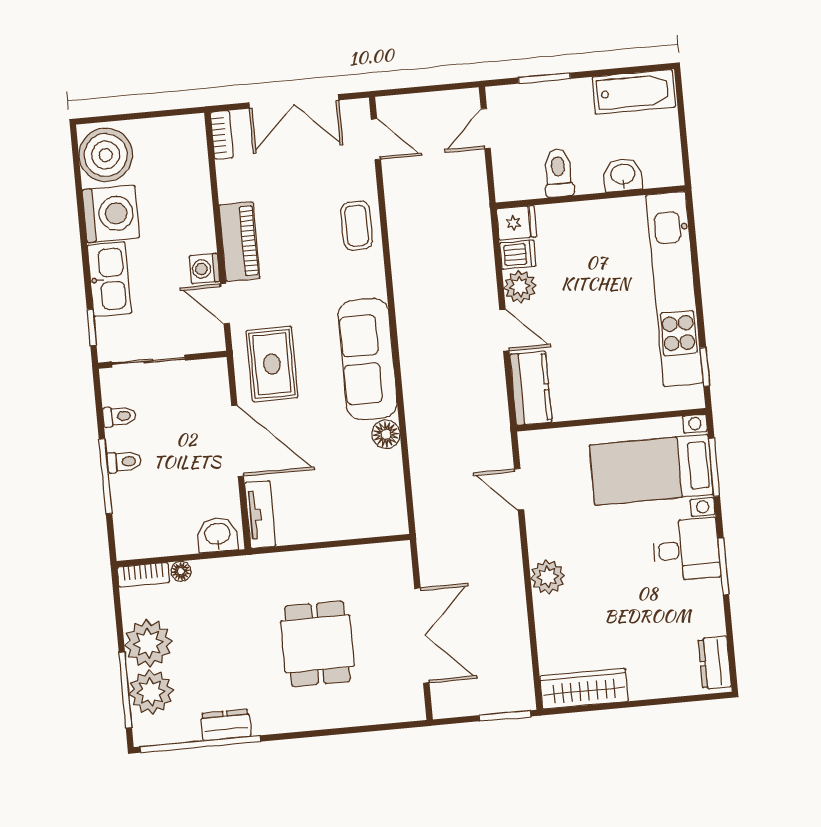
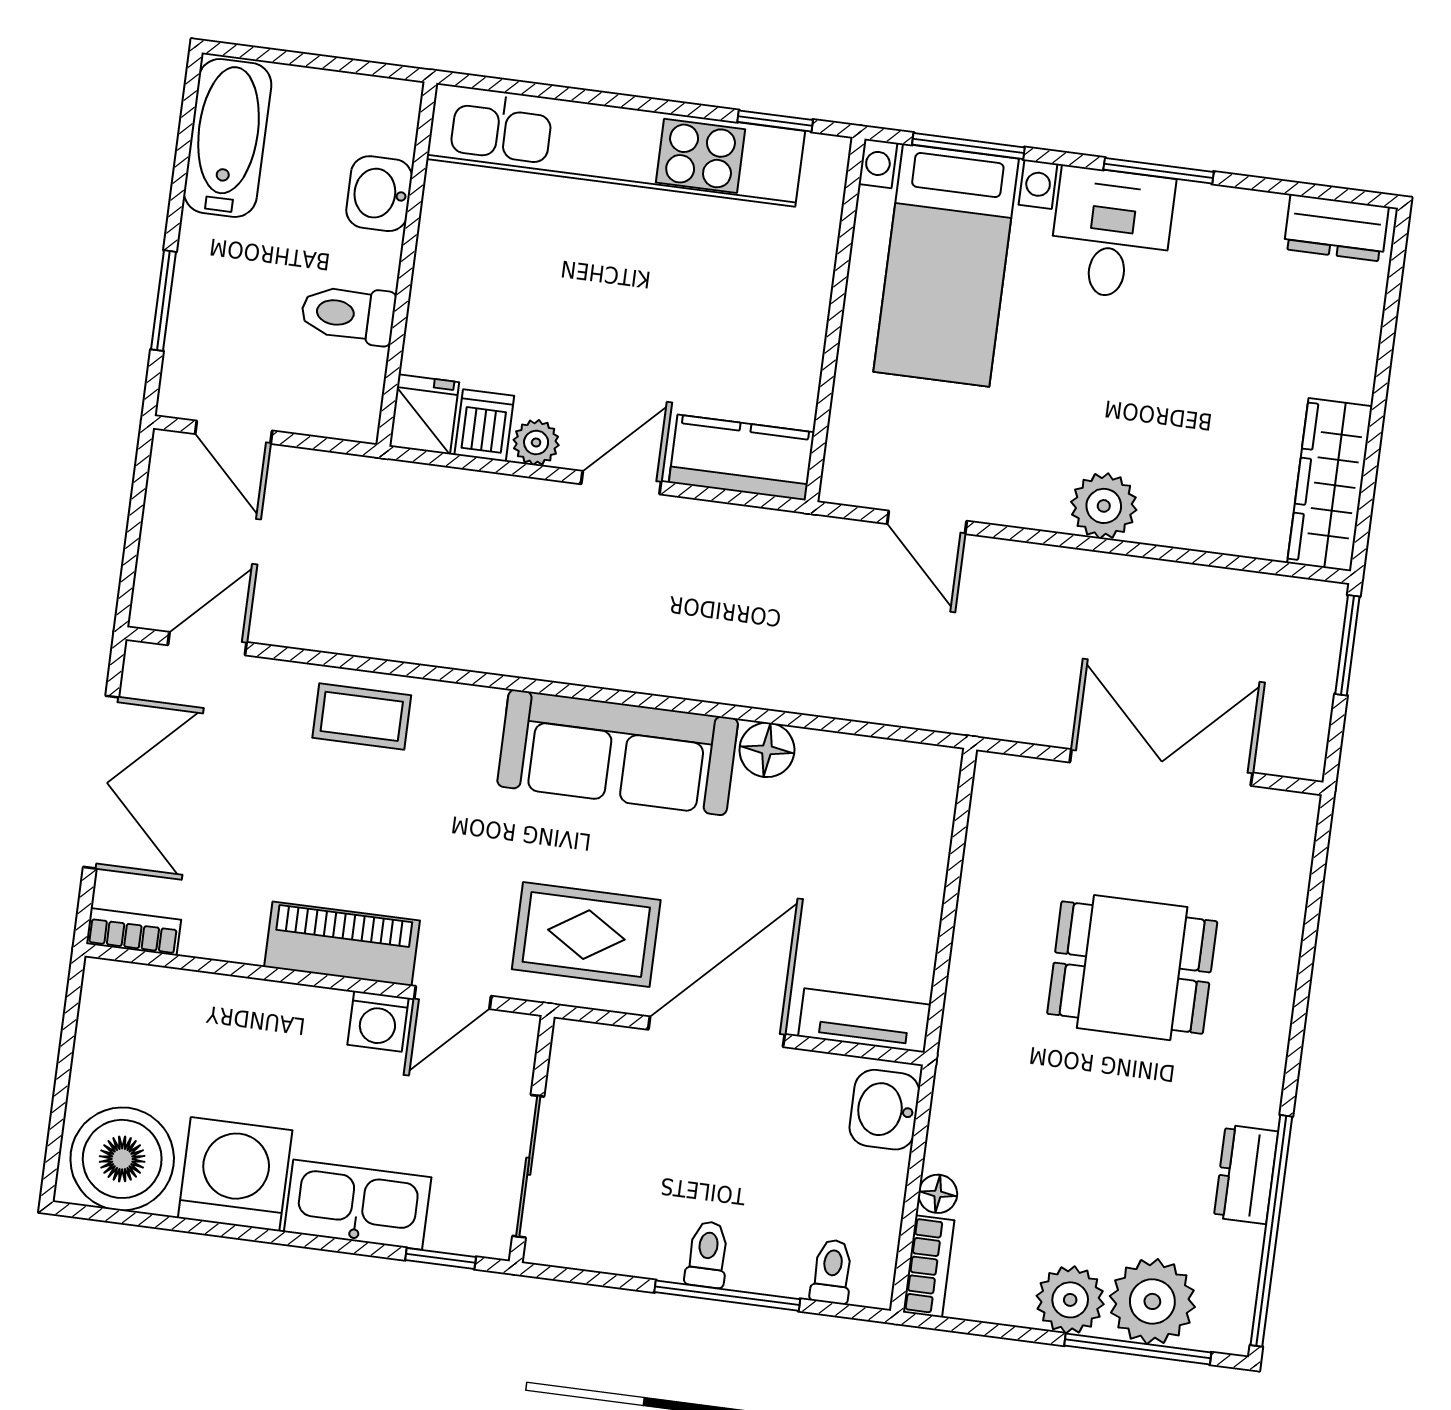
plant: (520, 287) -> (536, 442), width x0.73, depth x0.73
toilet: (119, 416) -> (832, 1272), moved
door: (519, 489) -> (927, 522), hinge flipped
plant: (148, 643) -> (1070, 1300), width x0.73, depth x0.73

